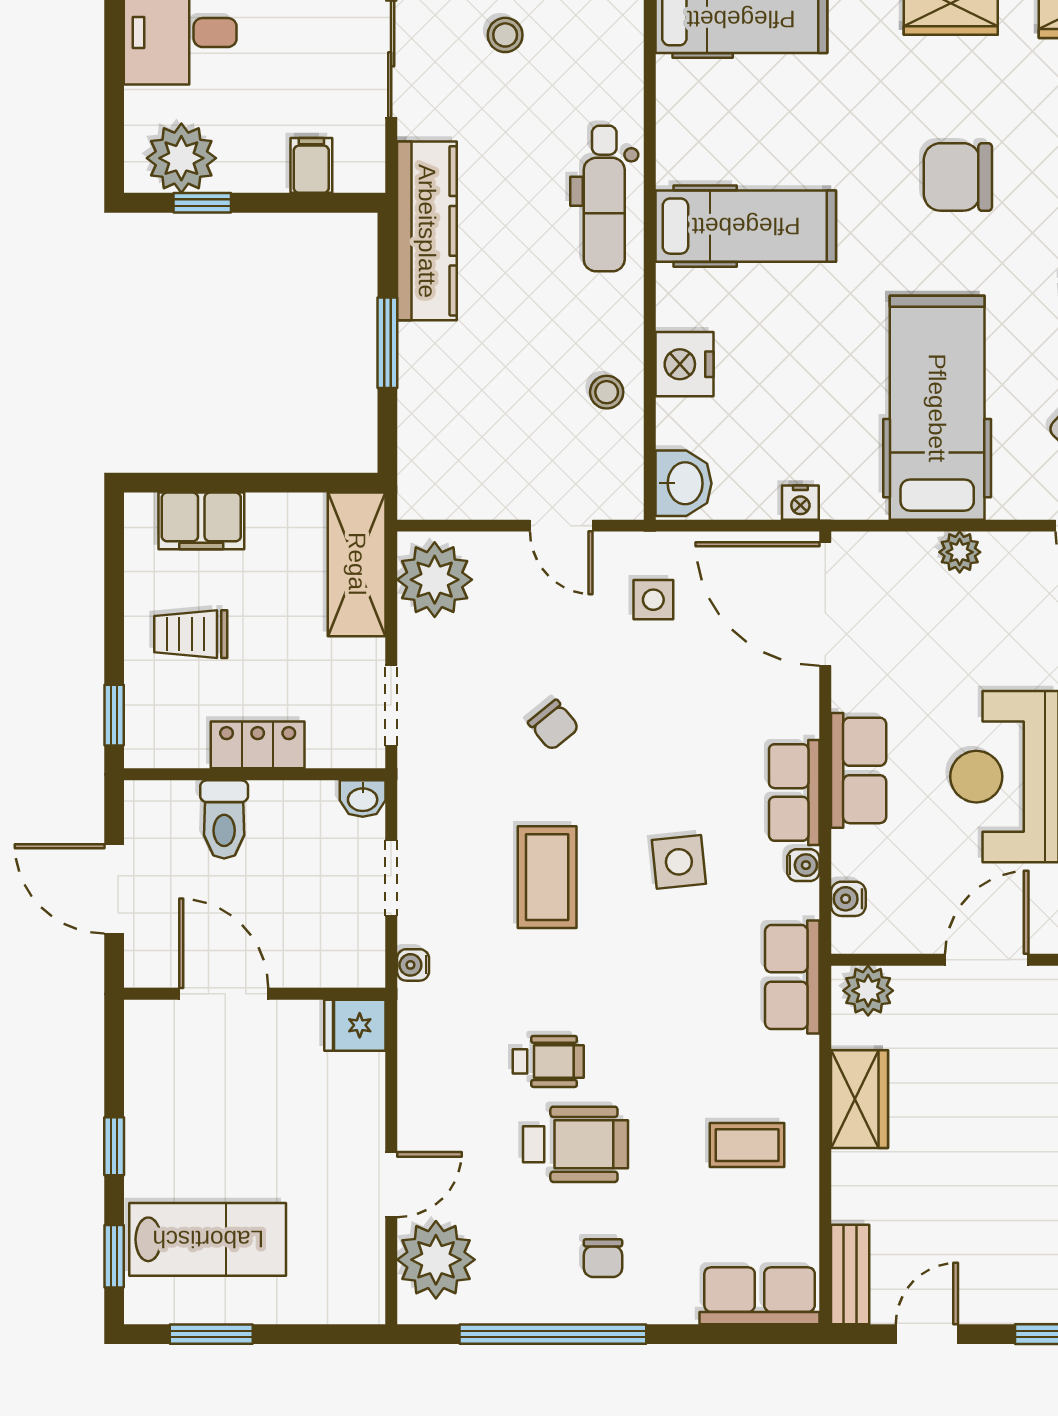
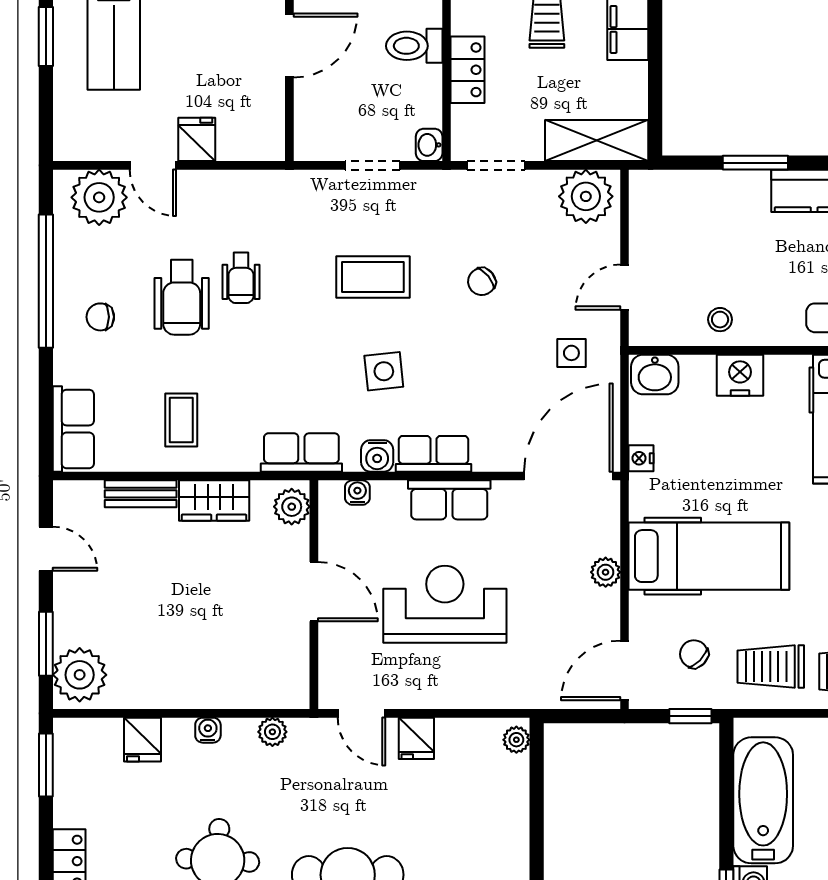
water cooler: (803, 865) -> (377, 456), width x1.38, depth x1.38
water cooler: (413, 965) -> (310, 181), removed
fridge: (355, 1025) -> (197, 139), moved
bench: (850, 1275) -> (141, 494), moved

